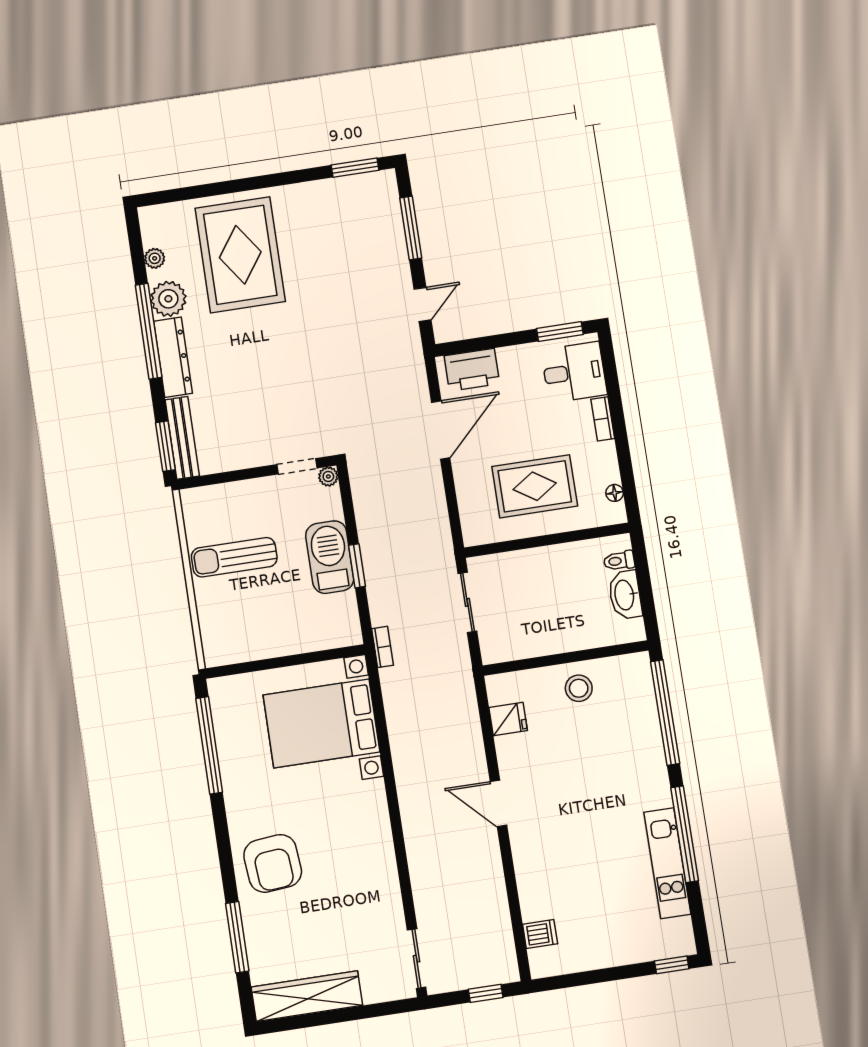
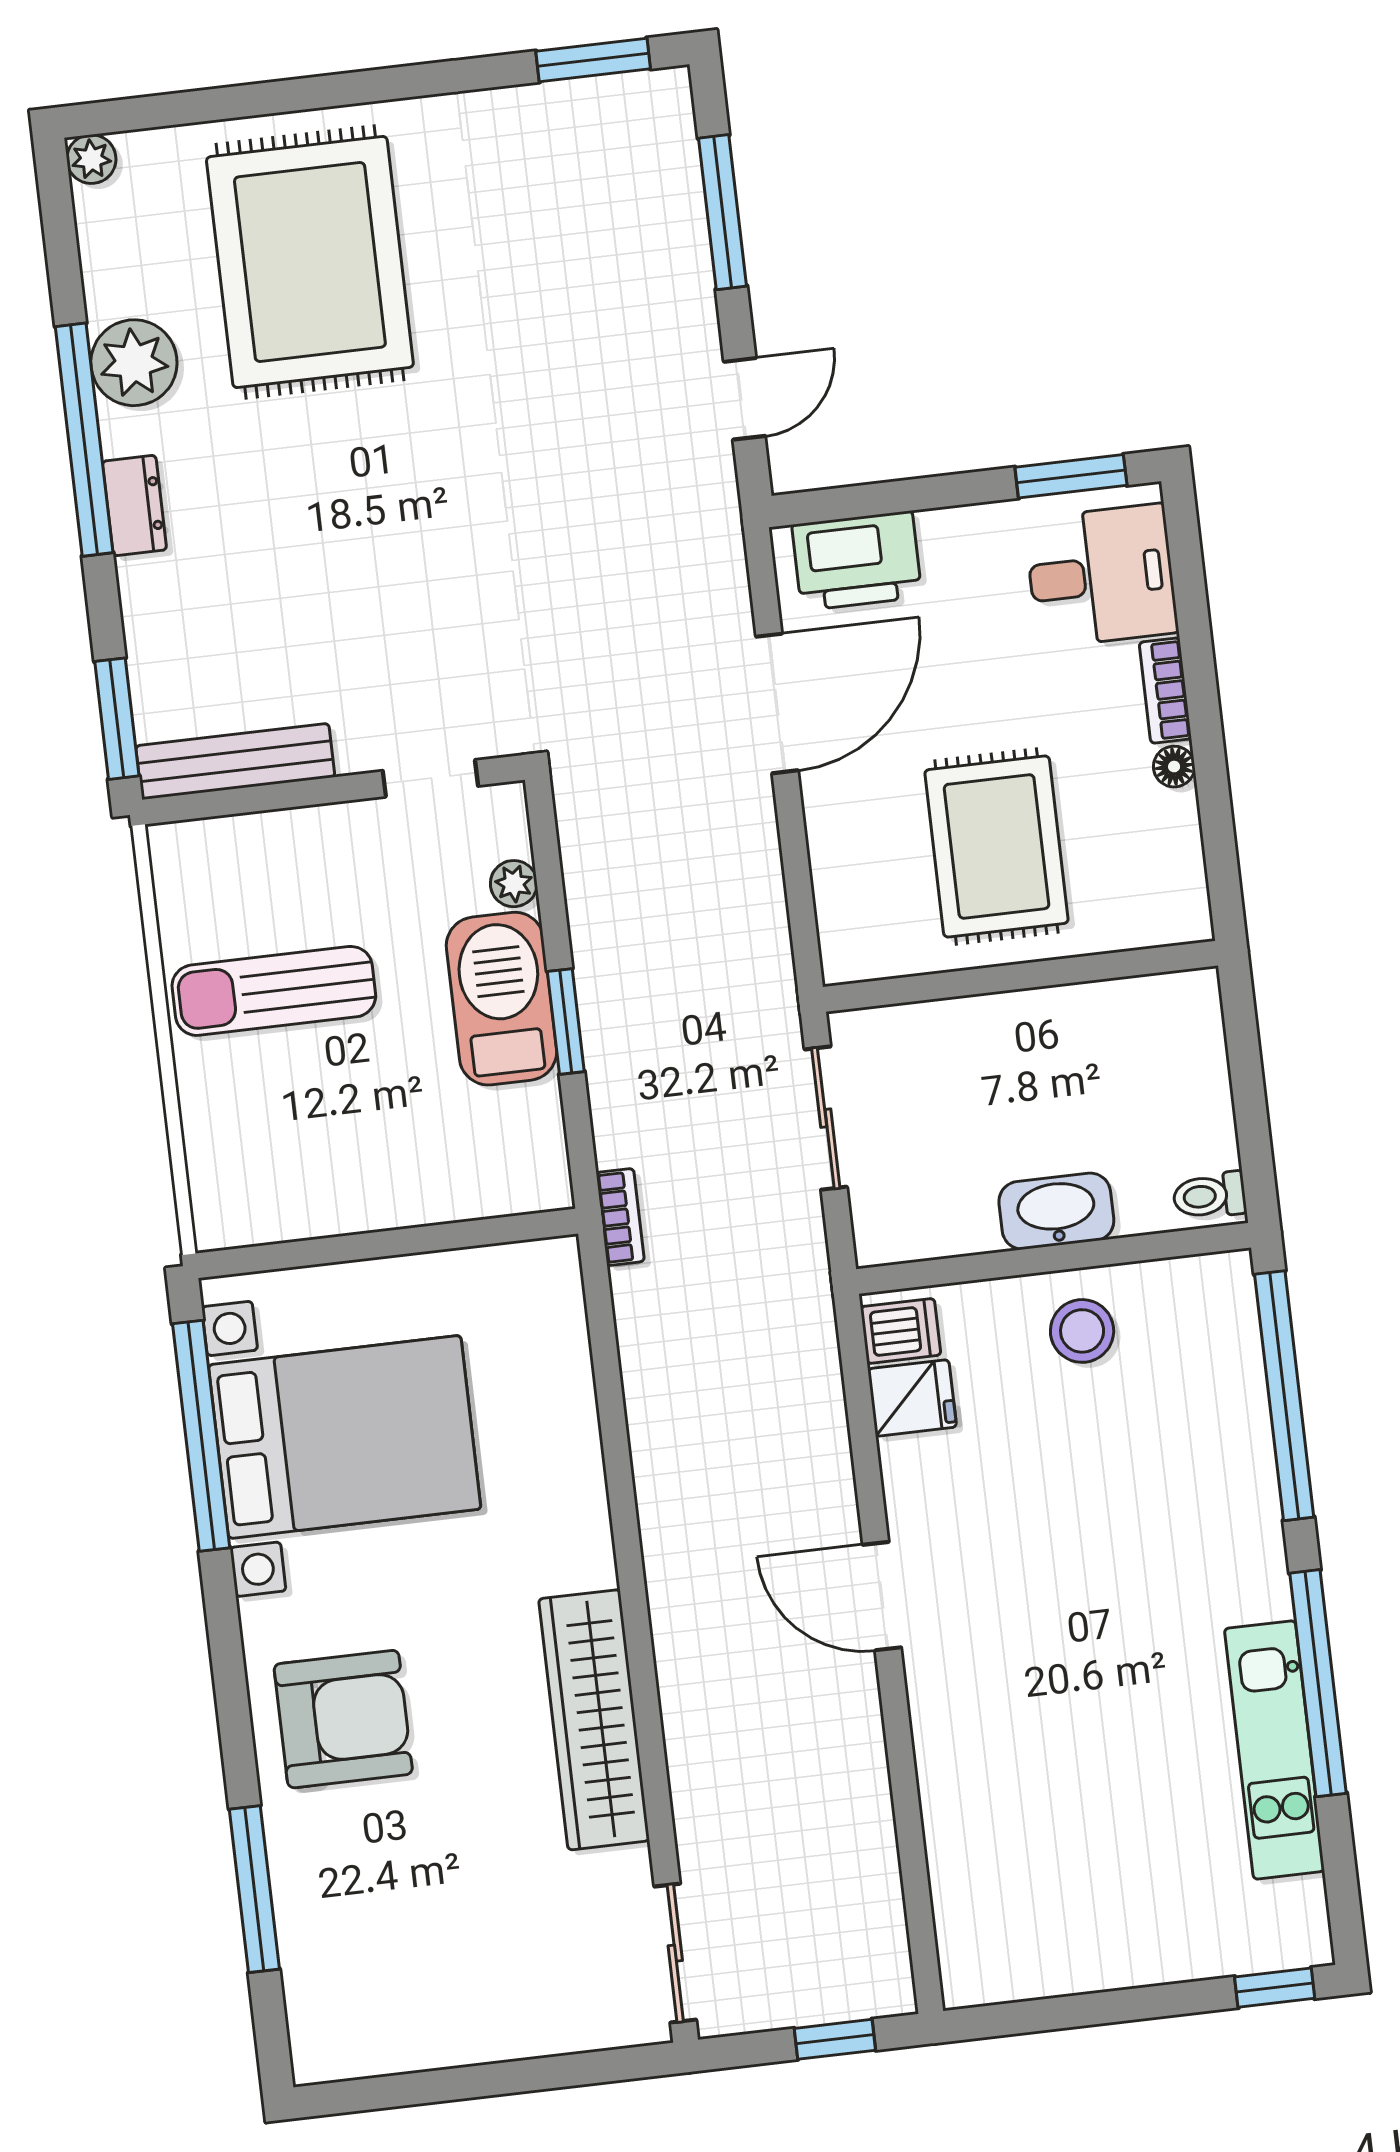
plant: (155, 258) -> (91, 159), moved
dresser: (173, 357) -> (134, 505), width x0.51, depth x0.80
bench: (182, 438) -> (235, 761), moved, turned 90
plant: (328, 476) -> (514, 884), moved
rug: (535, 486) -> (997, 846), turned 90
floor lamp: (615, 493) -> (1174, 767), moved
toilet: (619, 561) -> (1210, 1196), moved
washbasin: (625, 595) -> (1056, 1211), moved, turned 90
bed with nightstands: (321, 723) -> (345, 1437), moved, turned 180
armchair: (273, 863) -> (343, 1719), turned -85
dishwasher: (540, 934) -> (901, 1331), moved
wardrobe: (307, 996) -> (594, 1720), moved, turned -90

